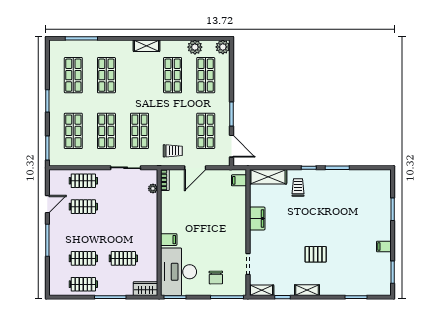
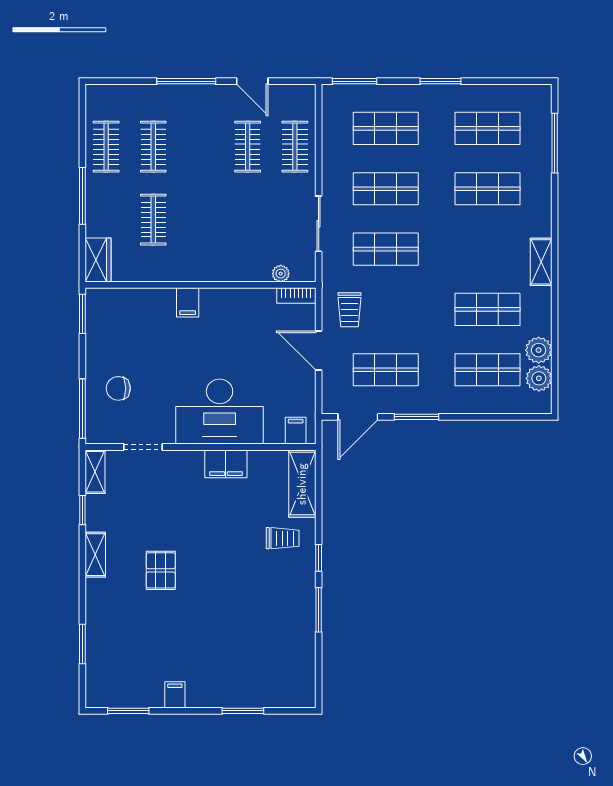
plant: (223, 47) -> (539, 378), moved
desk: (179, 272) -> (220, 412), moved, turned 180

